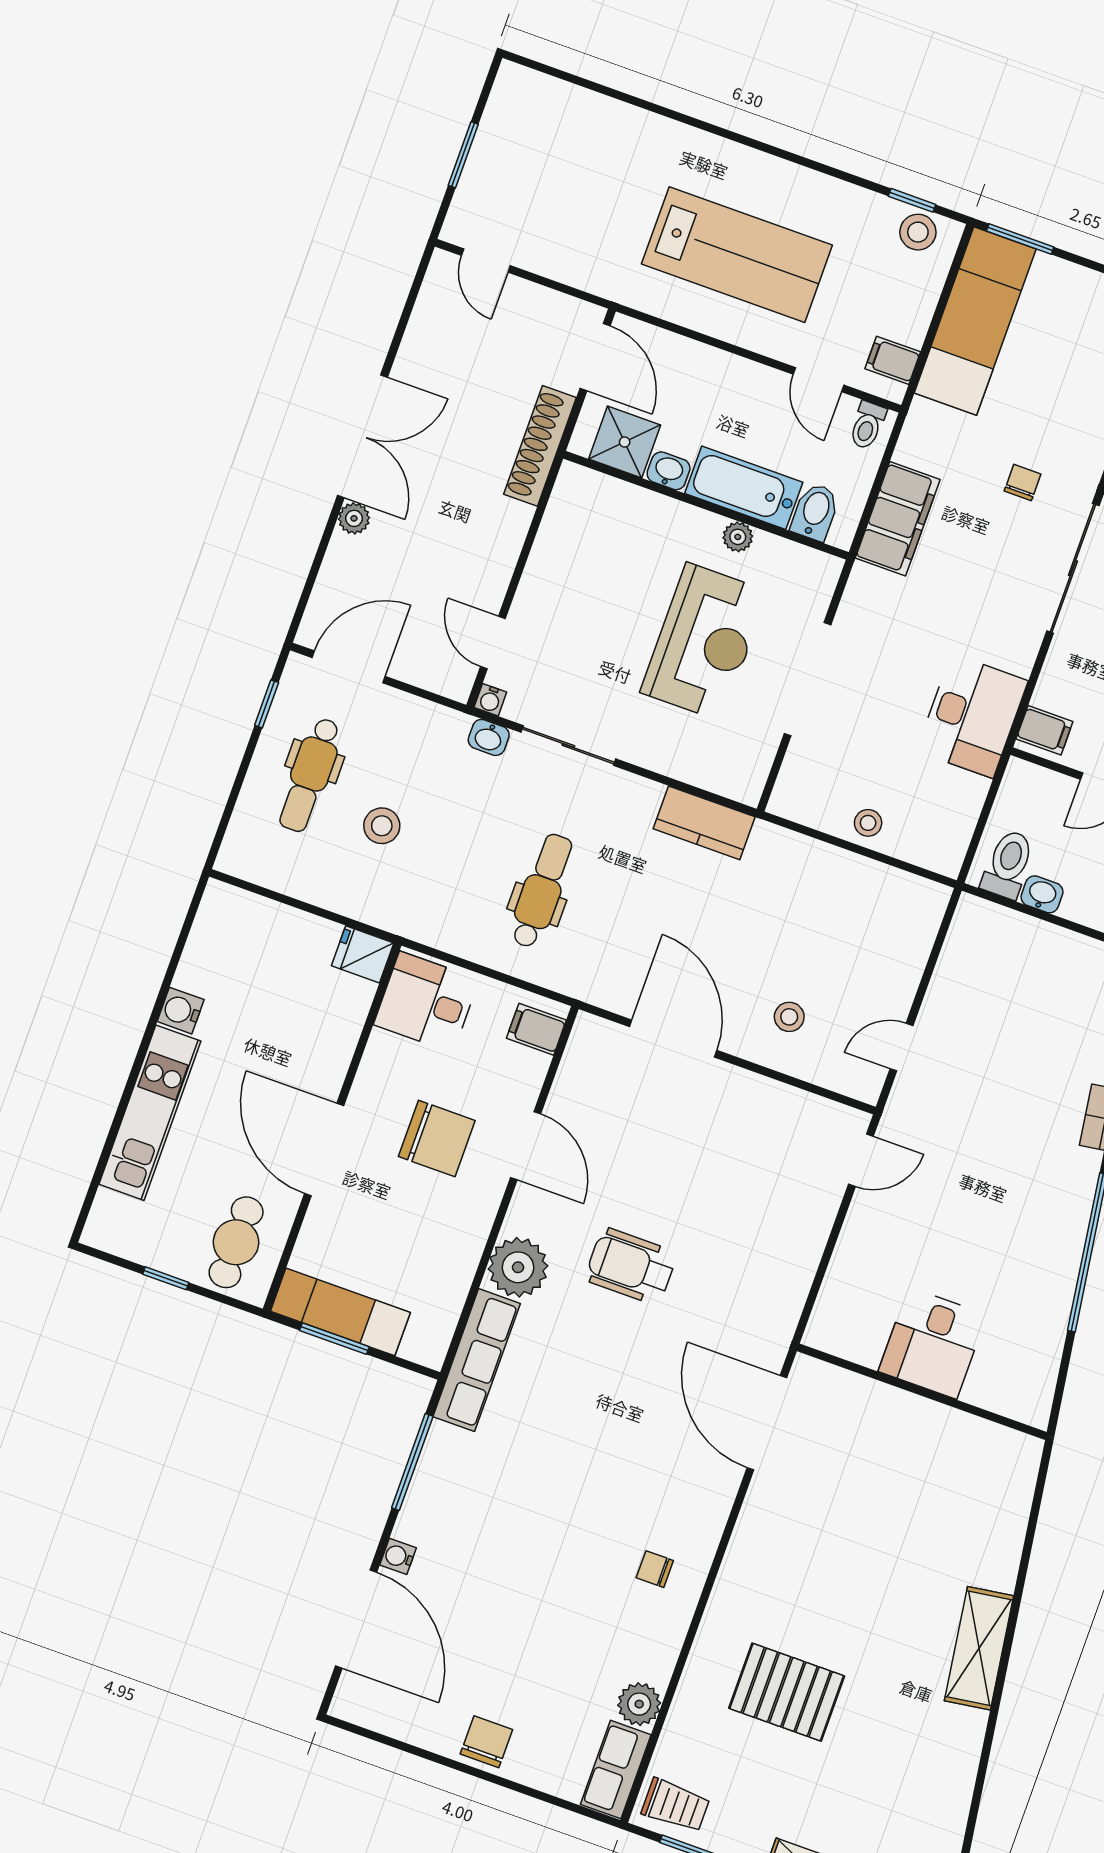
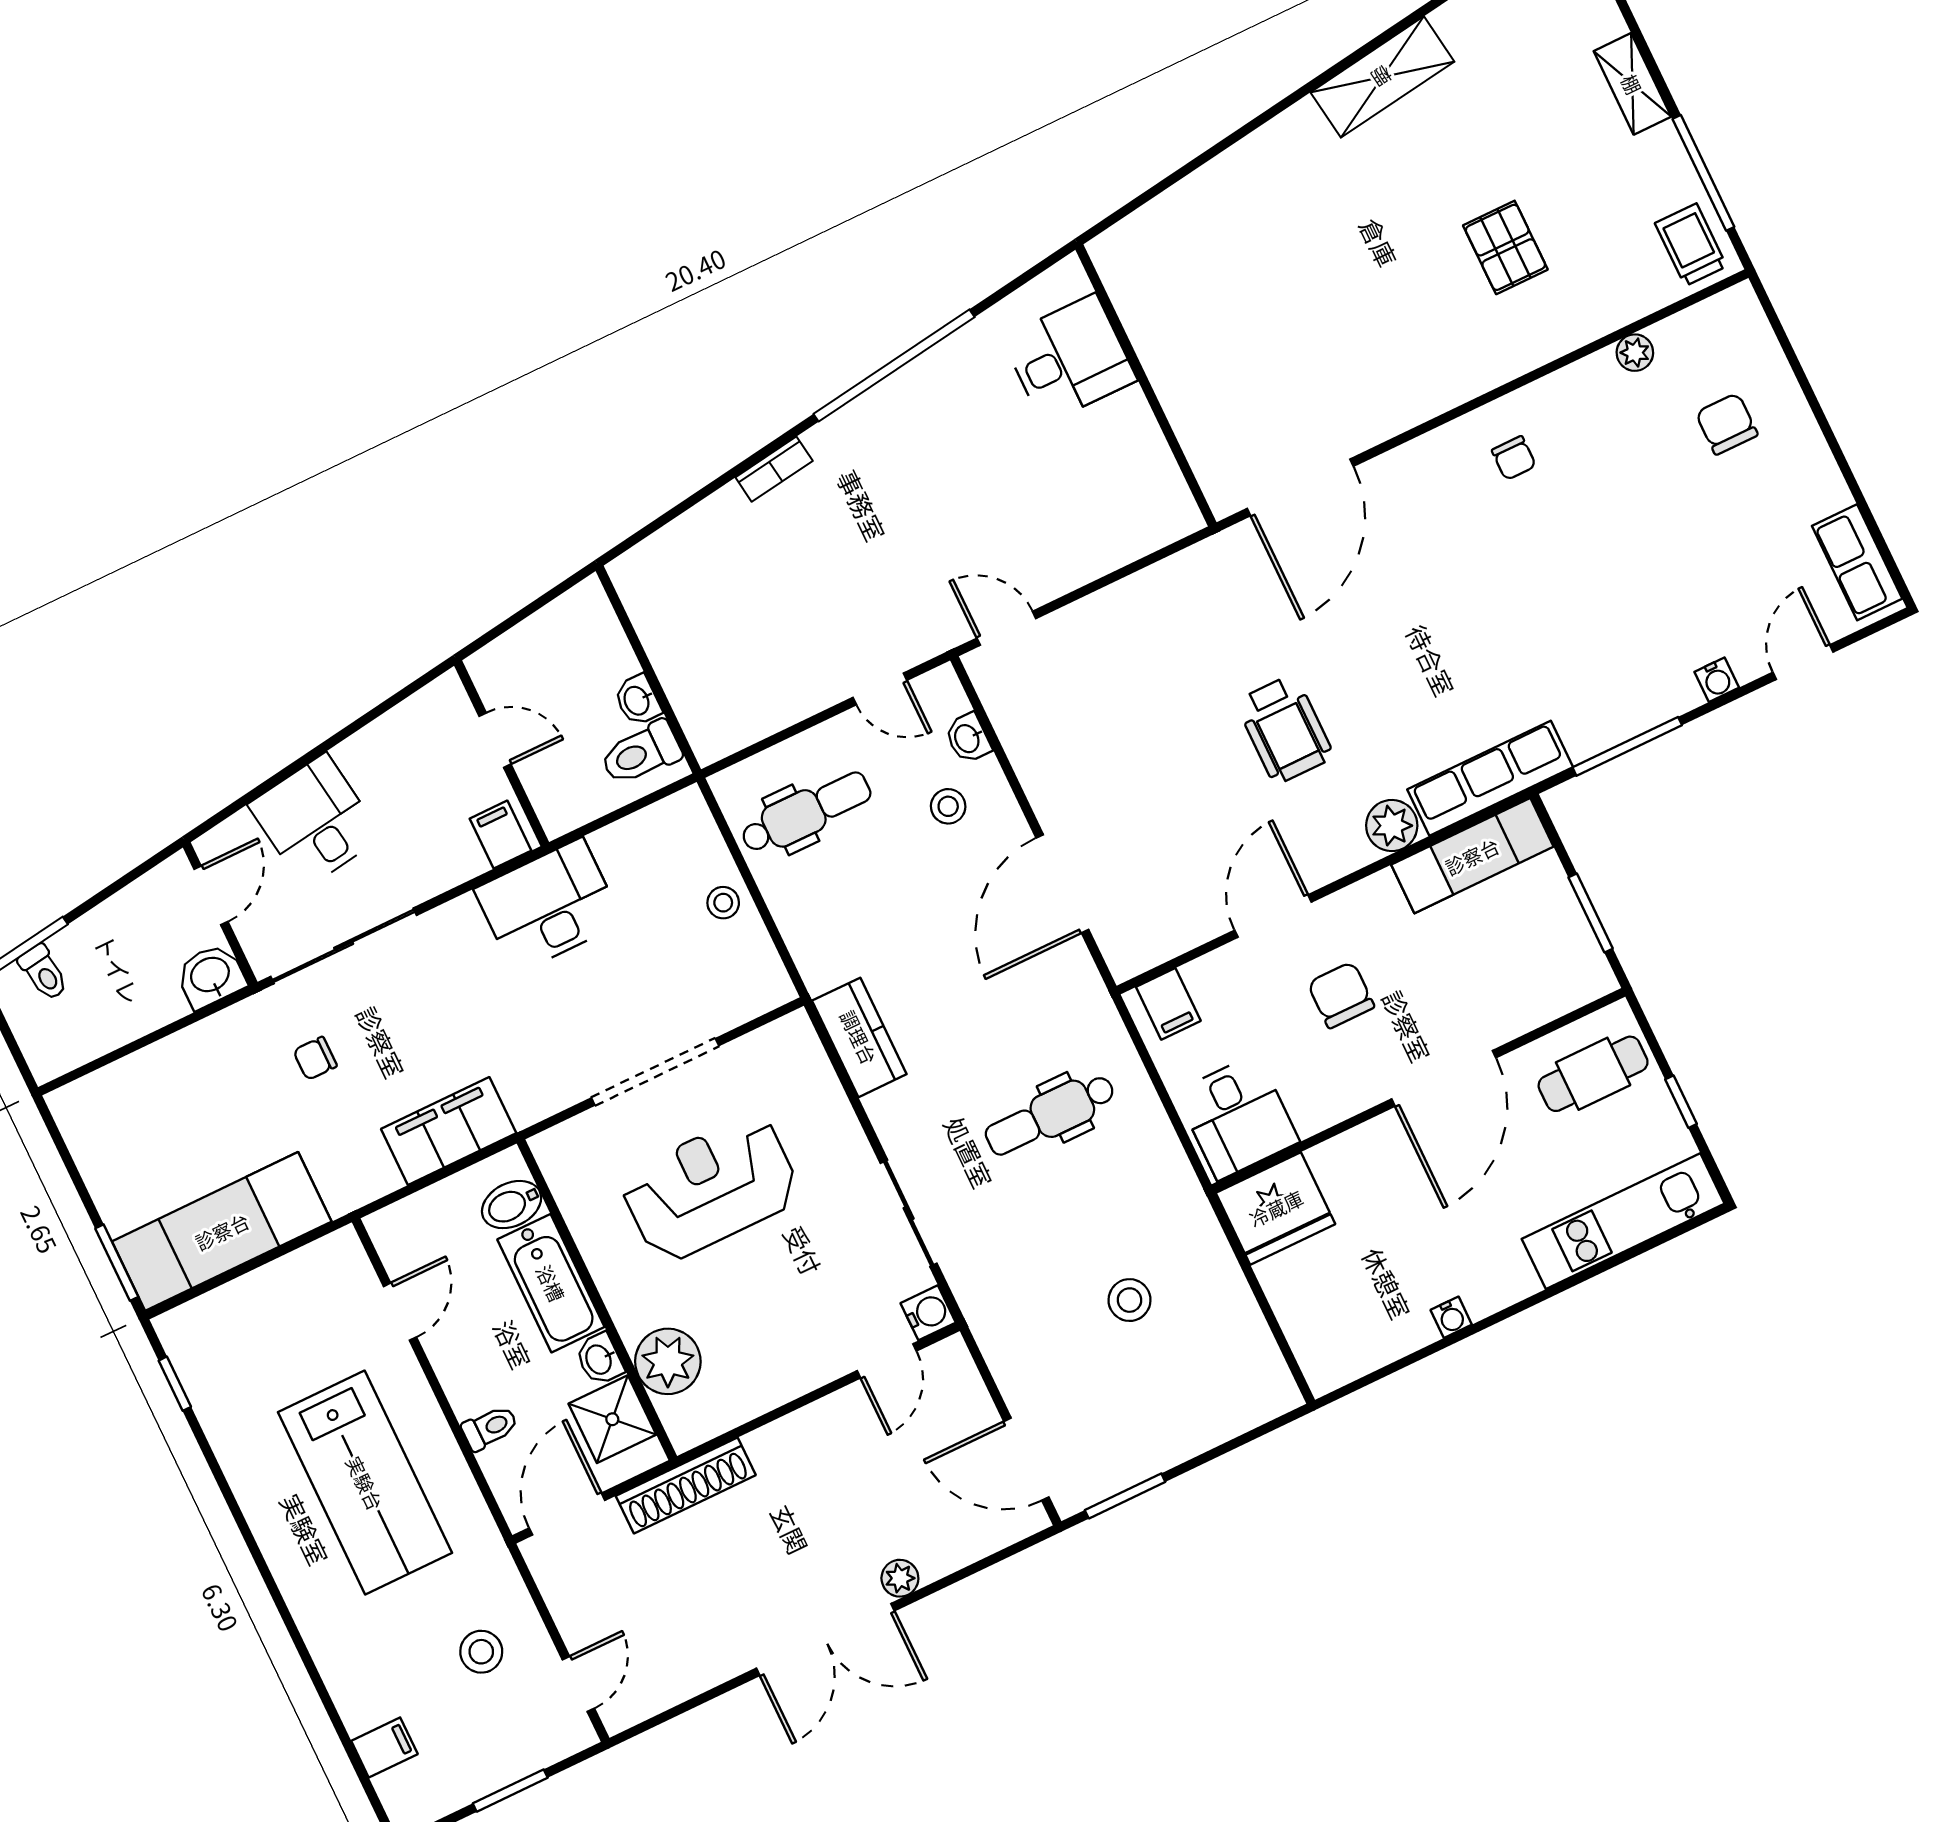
stool: (918, 232) -> (481, 1652), moved
lab bench: (737, 255) -> (365, 1483), turned 180
filing cabinet: (893, 360) -> (384, 1747), moved, turned -90
toilet: (867, 425) -> (490, 1428), moved
double door: (362, 436) -> (825, 1640), swing flipped
plant: (738, 537) -> (668, 1361), moved, width x1.88, depth x1.88
water cooler: (490, 700) -> (928, 1313), width x1.38, depth x1.38
window: (267, 704) -> (1125, 1496), width x1.50
washbasin: (489, 737) -> (968, 738), moved, turned 180
dental chair: (310, 775) -> (806, 813), moved
fridge: (363, 954) -> (1276, 1208), width x1.88, depth x1.34
water cooler: (181, 1011) -> (1451, 1317), width x0.72, depth x0.72
kitchen unit: (150, 1113) -> (1623, 1221), moved
chair: (437, 1139) -> (1341, 995), width x0.73, depth x0.73
plant: (518, 1267) -> (1392, 826), width x0.73, depth x0.73
exam couch: (340, 1312) -> (1472, 856), moved, turned -90
desk: (933, 1343) -> (1069, 359), moved
door: (356, 1619) -> (1803, 662), width x0.53
shelving: (979, 1648) -> (1382, 77), moved
pallet: (787, 1692) -> (1505, 247), width x0.67, depth x0.71
plant: (639, 1704) -> (1635, 353), width x0.73, depth x0.73
chair: (486, 1742) -> (1727, 424), moved, turned 90
row of seats: (616, 1770) -> (1857, 562), moved, turned 90

